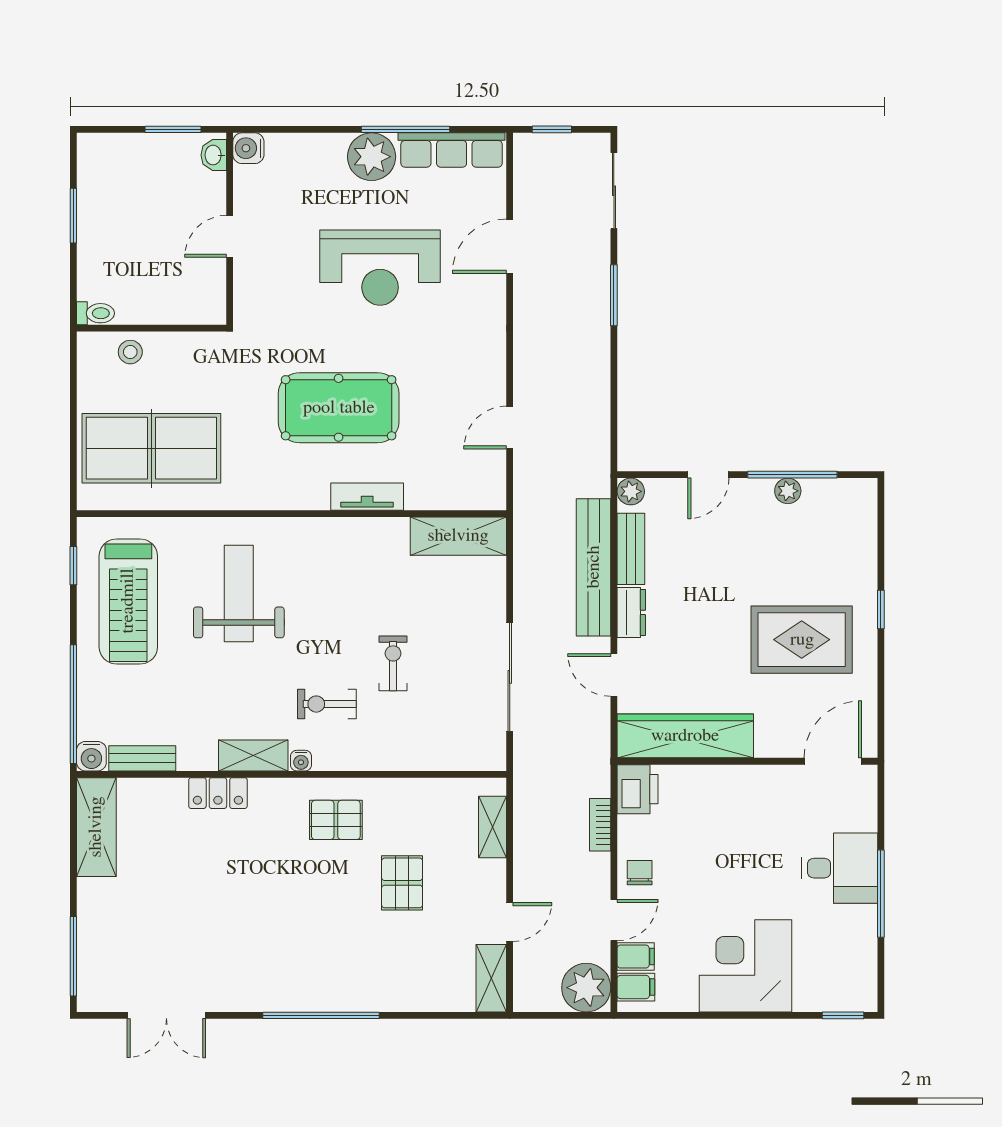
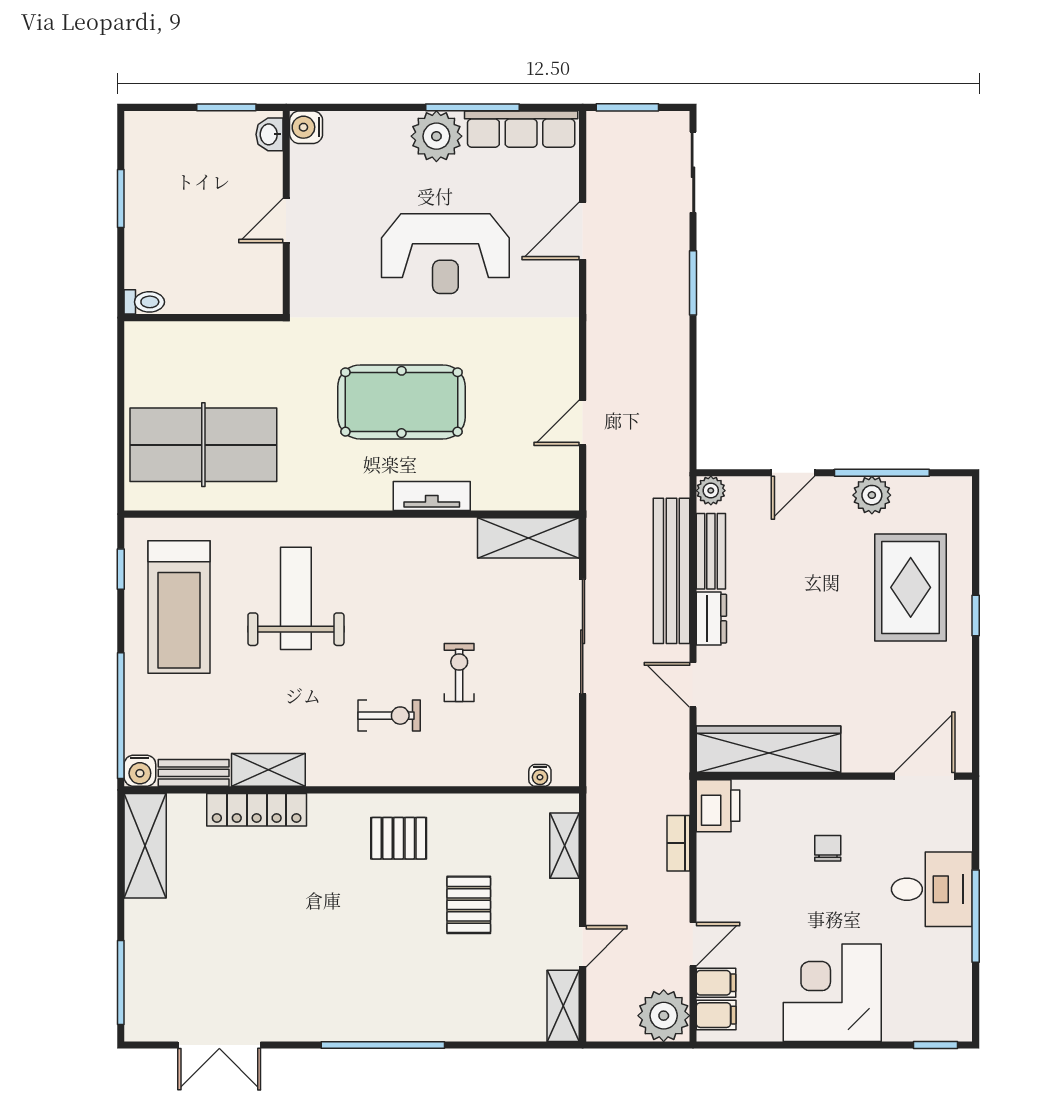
window: (552, 129) -> (627, 107), width x1.50
stool: (130, 352) -> (181, 343), removed
plant: (788, 491) -> (872, 495), width x1.38, depth x1.38
rug: (802, 640) -> (911, 587), moved, turned 90
sliding door: (510, 677) -> (583, 637), moved
exercise bike: (327, 704) -> (389, 716), turned 180
shelving: (253, 755) -> (268, 770), moved
water cooler: (301, 761) -> (540, 775), moved
locker: (218, 793) -> (257, 810), width x1.53
chair: (640, 873) -> (828, 848), moved

